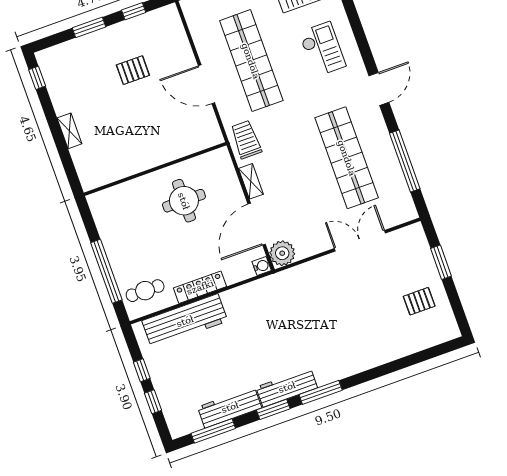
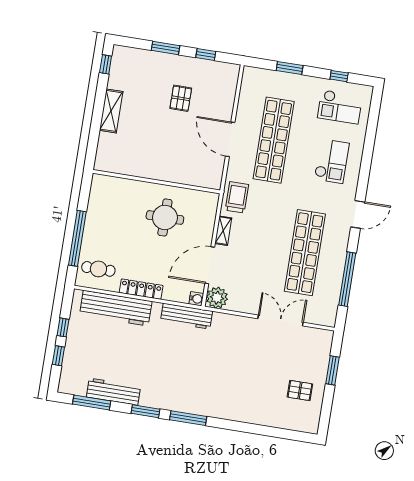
pallet: (133, 70) -> (181, 98), turned 90
shelving: (69, 131) -> (111, 111), width x1.50, depth x1.33
workbench: (287, 387) -> (187, 316), moved, turned 180

